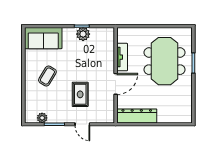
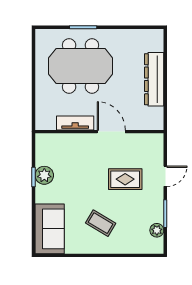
dresser: (137, 116) -> (154, 79), moved

